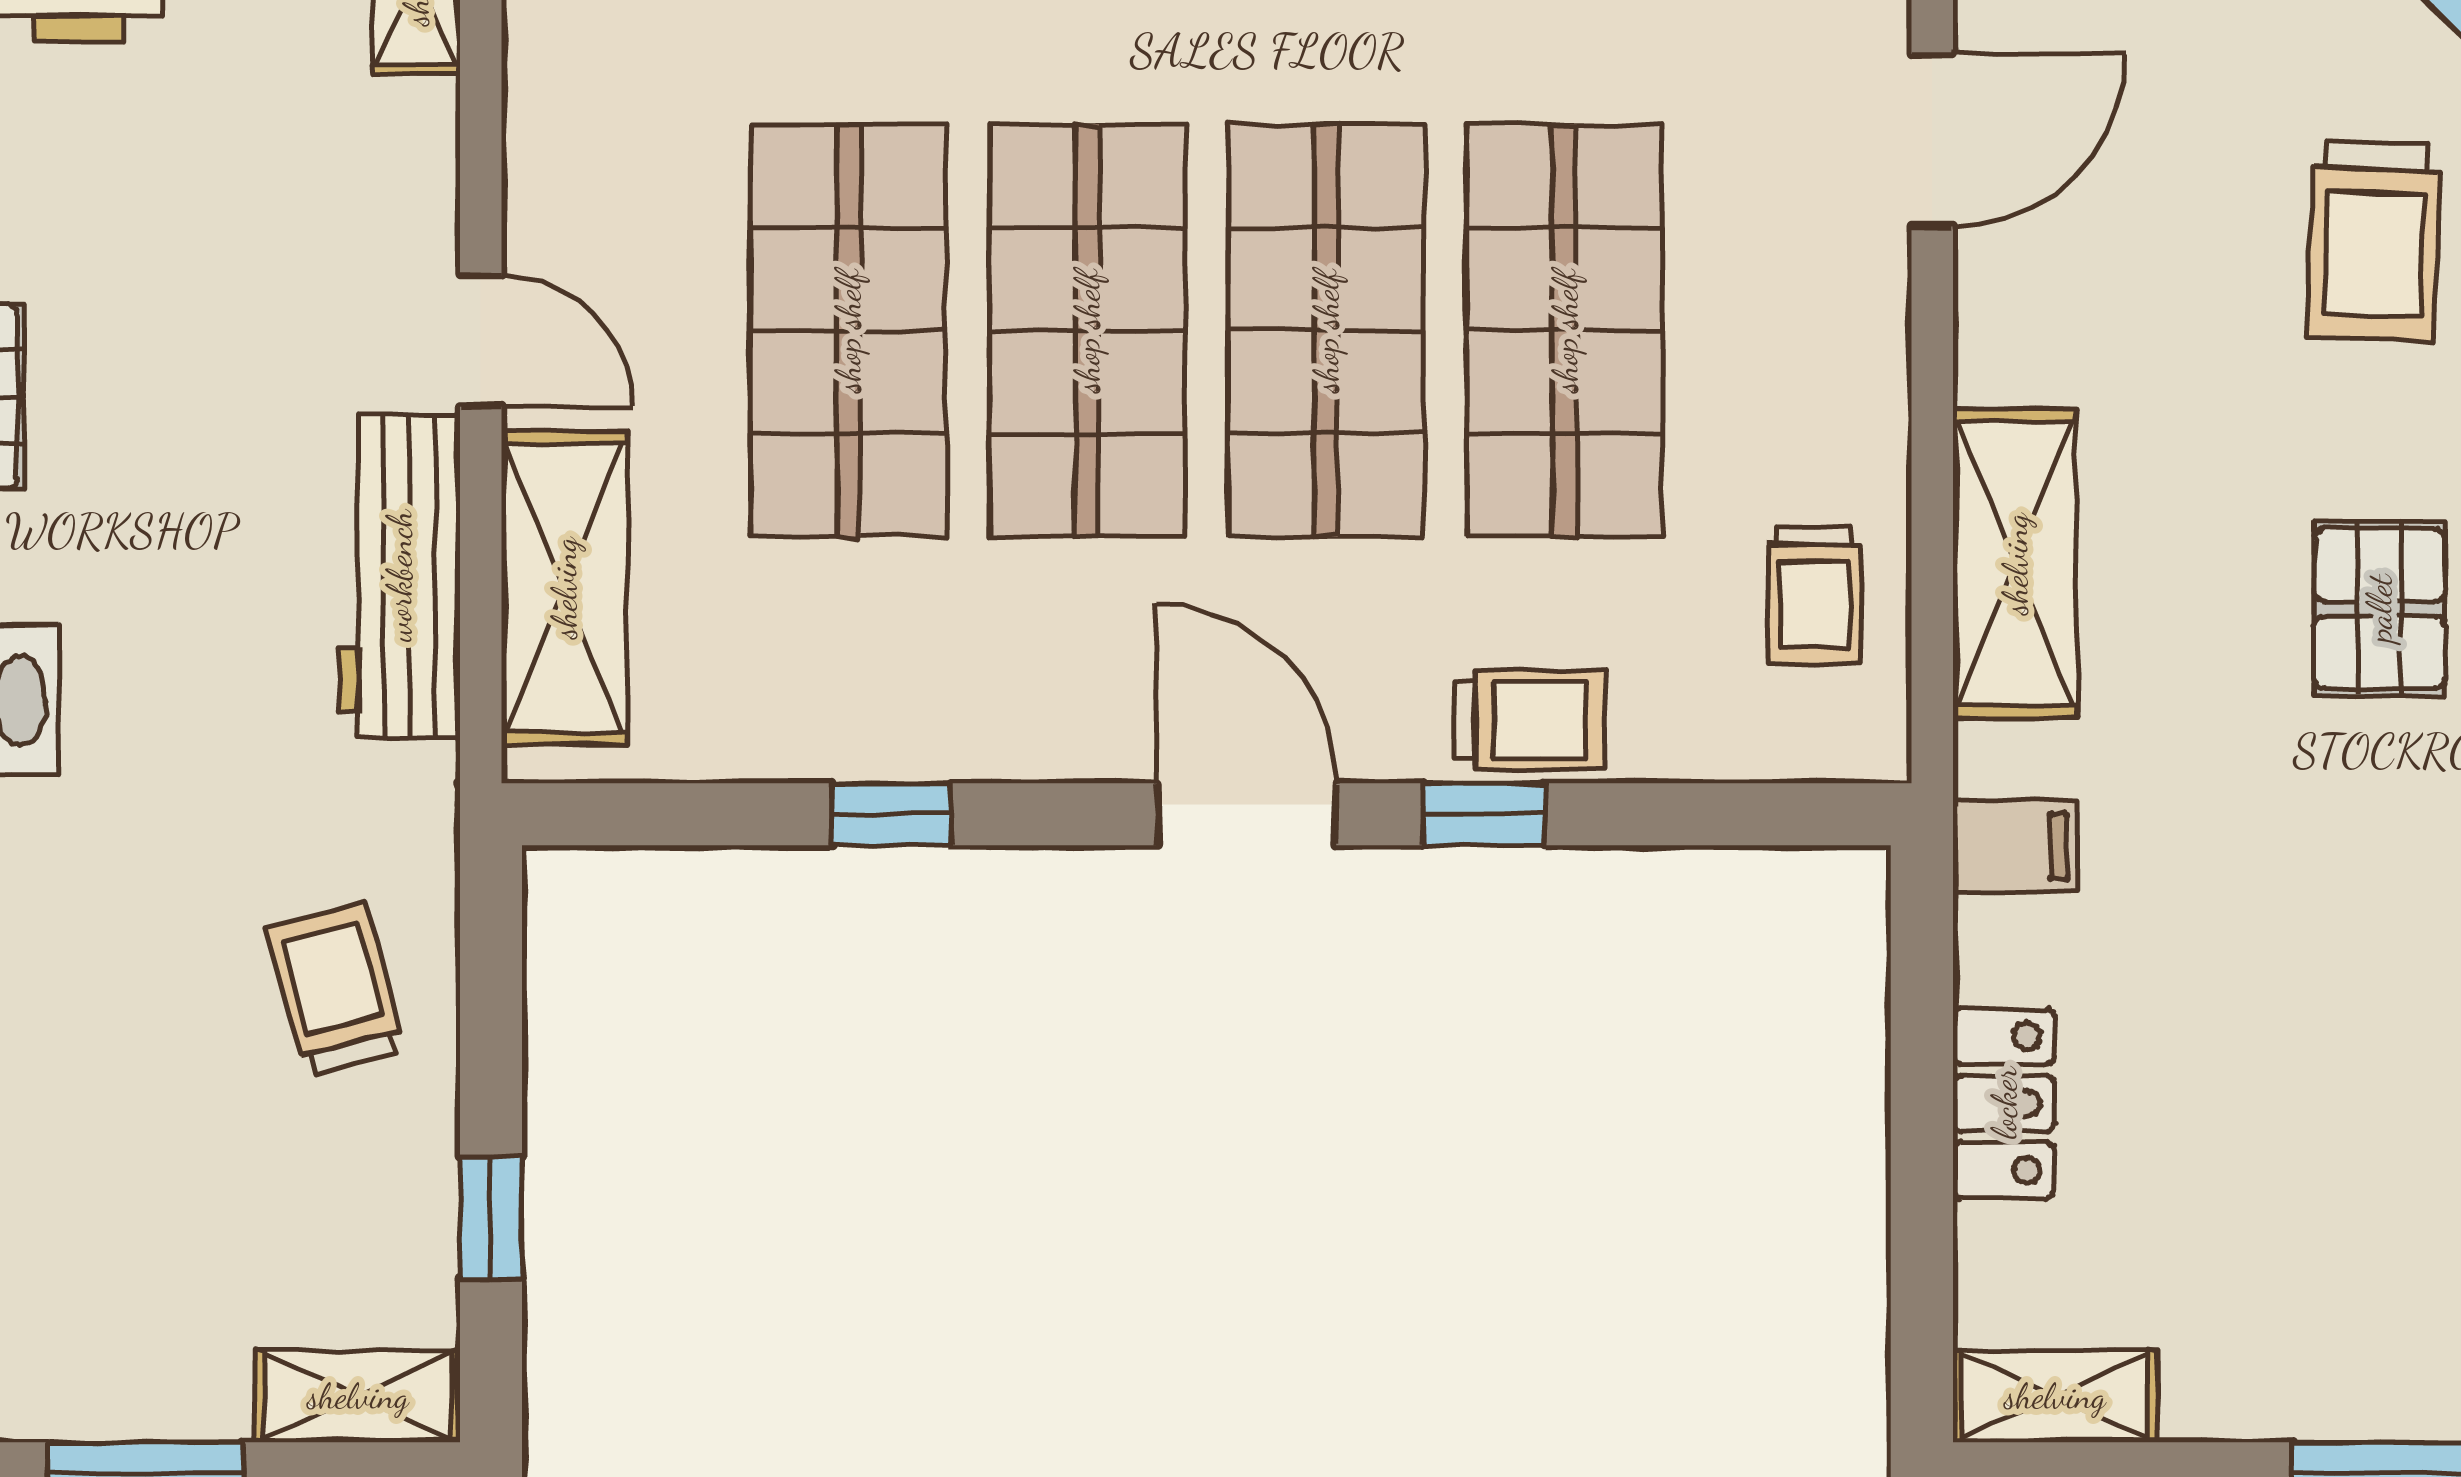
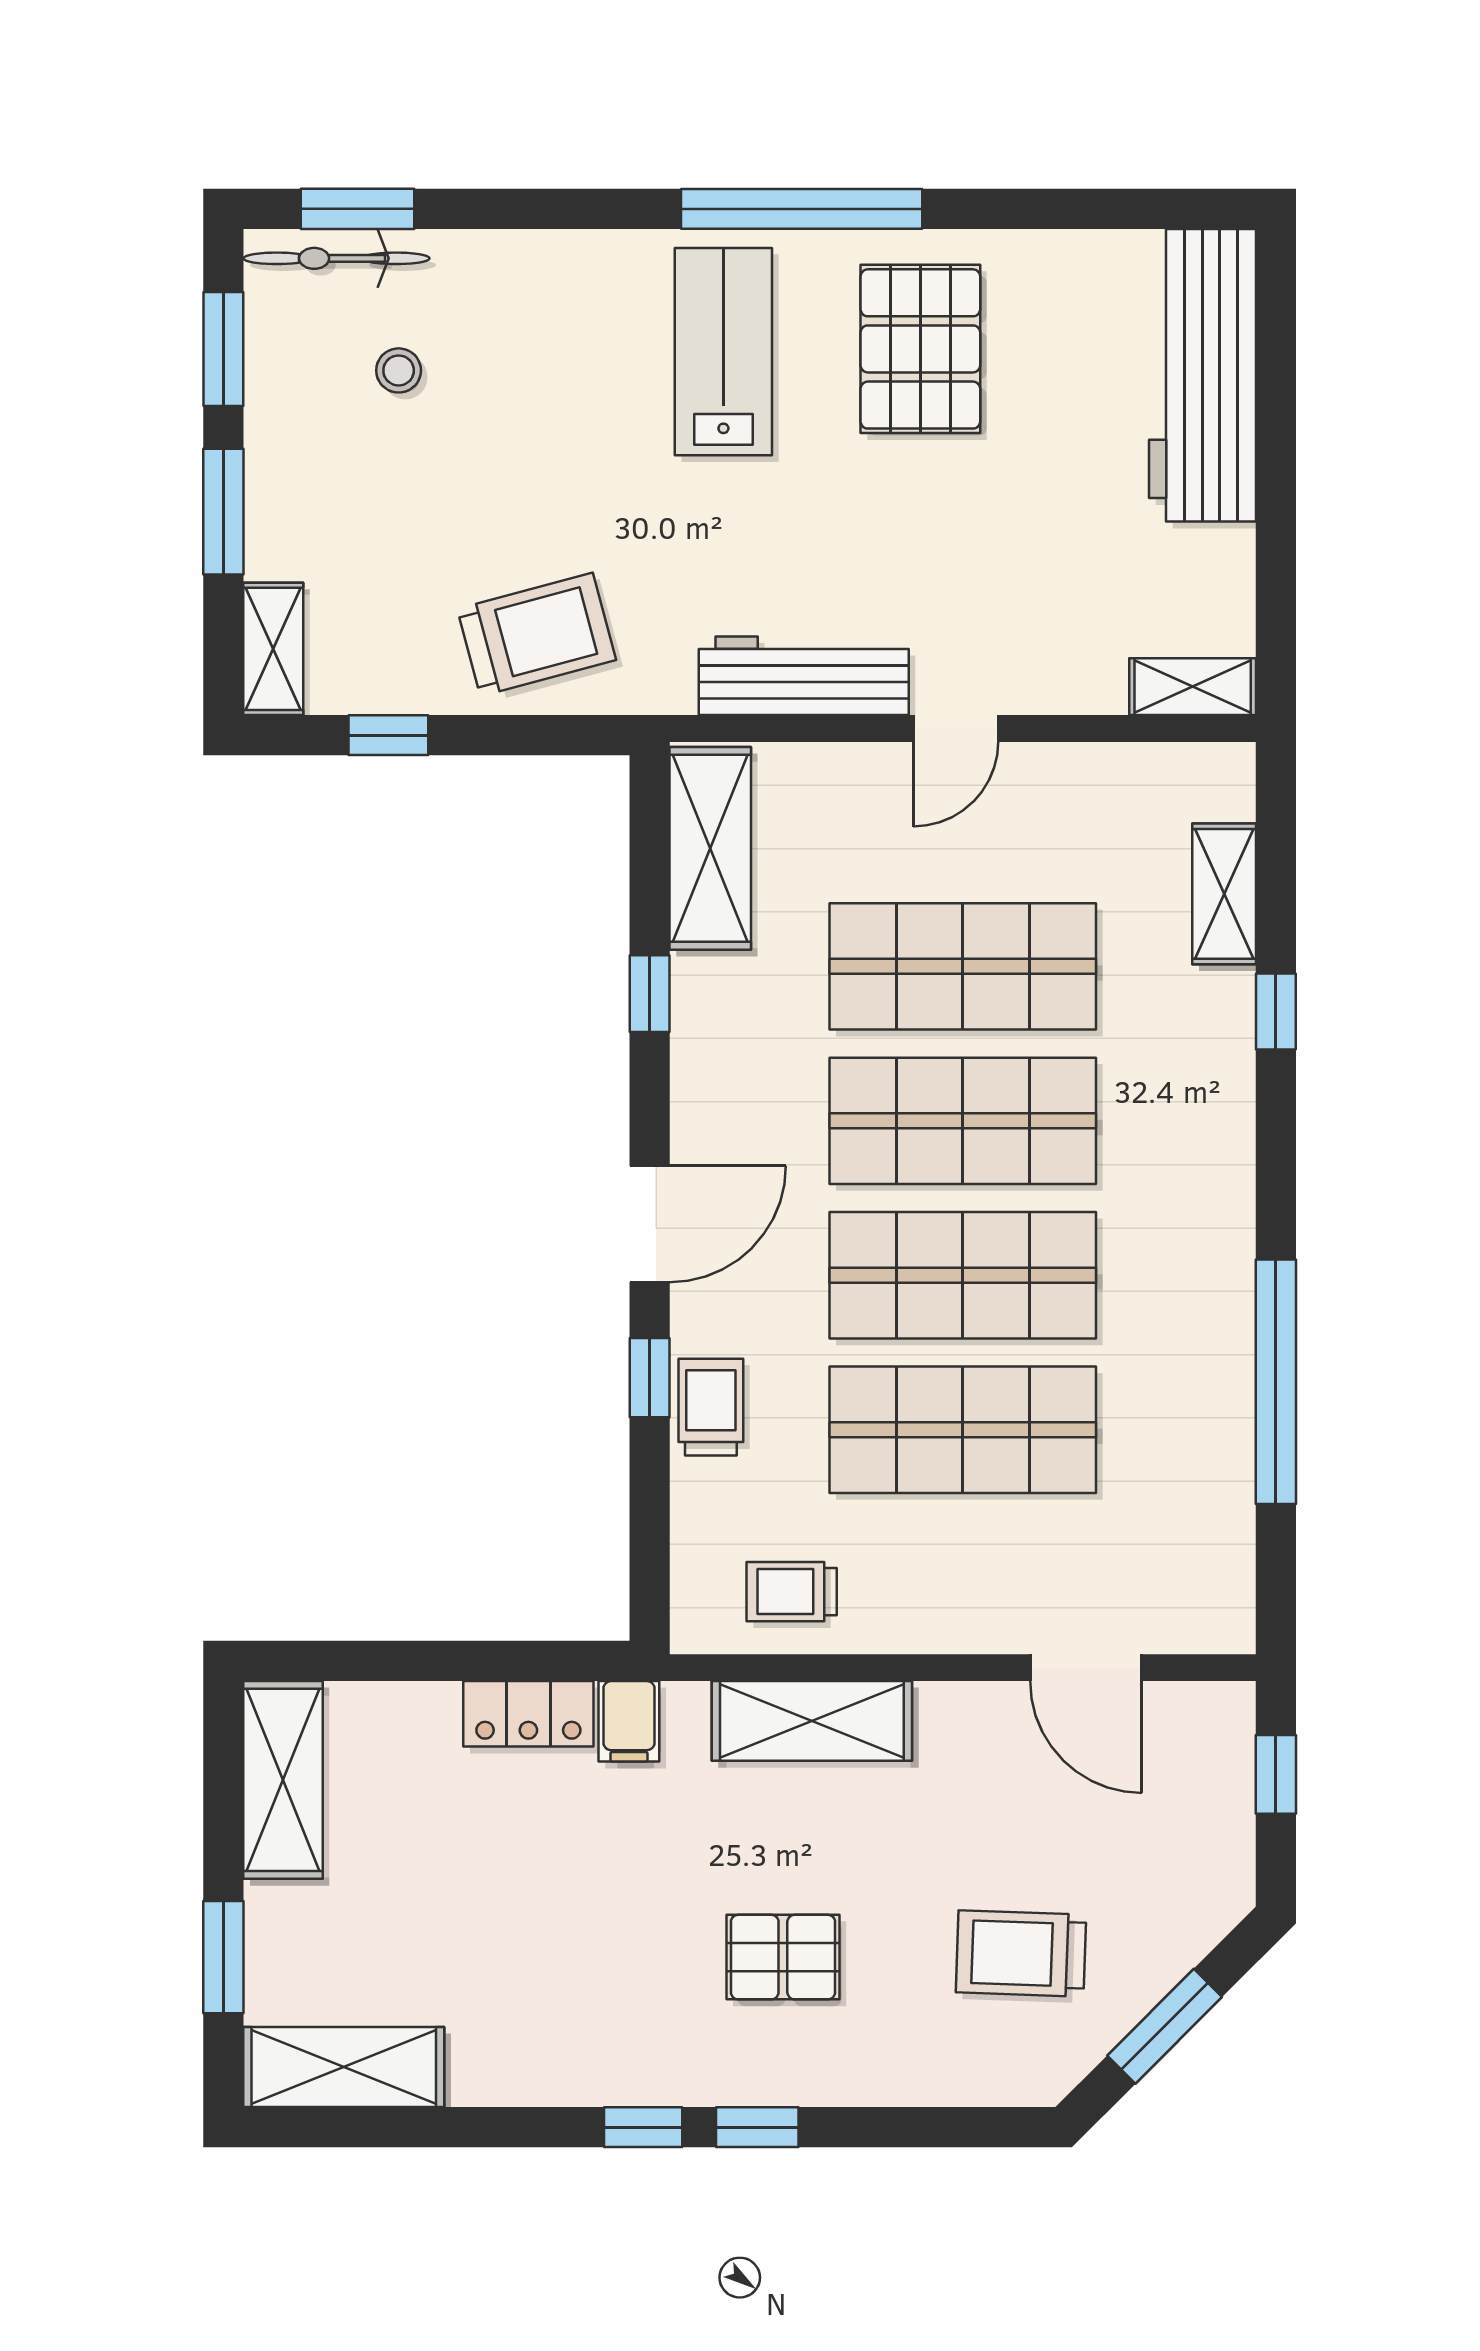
shelving: (564, 588) -> (710, 848), moved, turned 90
trolley: (1530, 720) -> (711, 1407), turned 180
trolley: (335, 989) -> (537, 634), width x1.36, depth x1.39
locker: (2004, 1103) -> (528, 1714), moved
shelving: (2055, 1396) -> (283, 1780), width x1.50, depth x1.33

